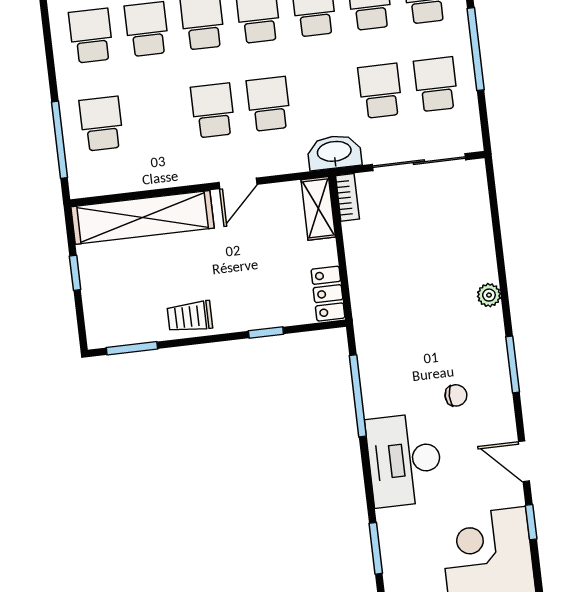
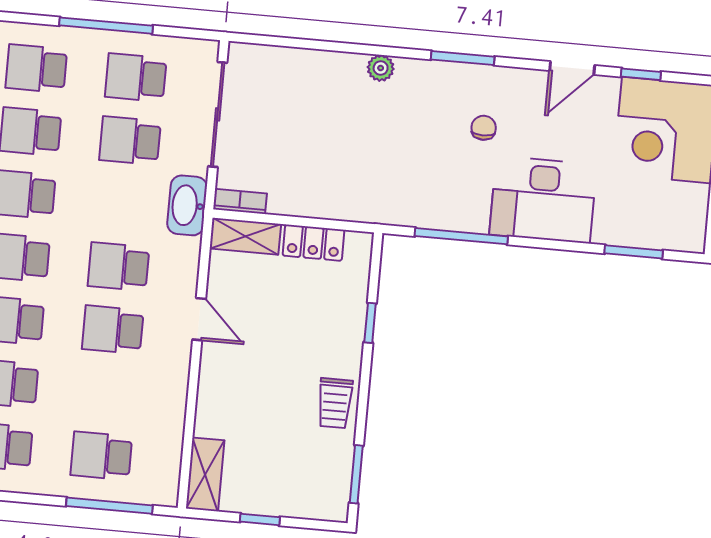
shelving: (143, 217) -> (205, 474), width x0.45, depth x0.75
locker: (328, 294) -> (313, 243), moved

